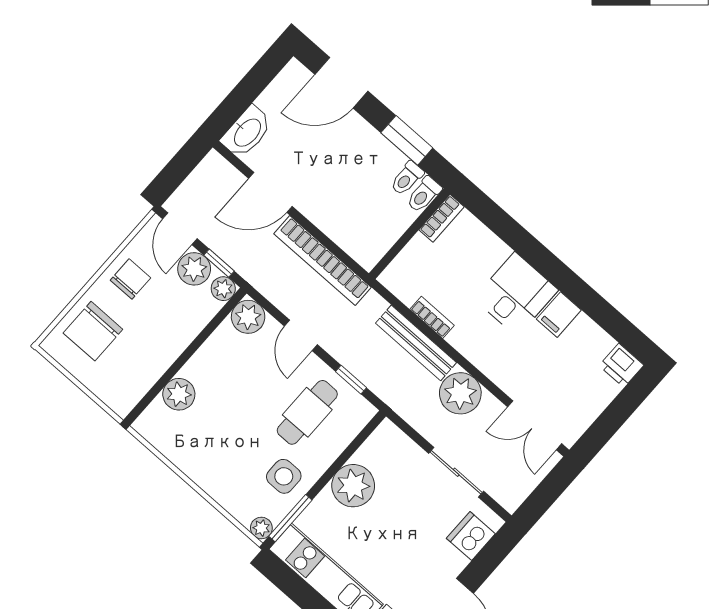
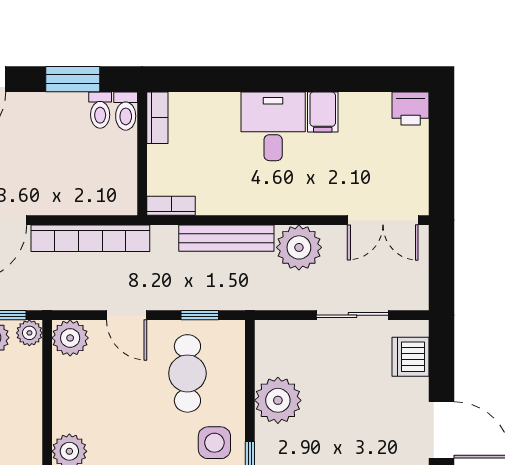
bookcase: (432, 317) -> (171, 206), moved

